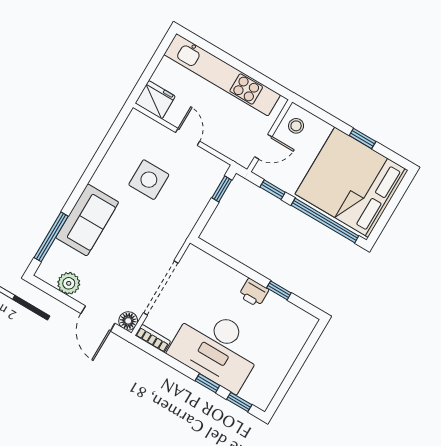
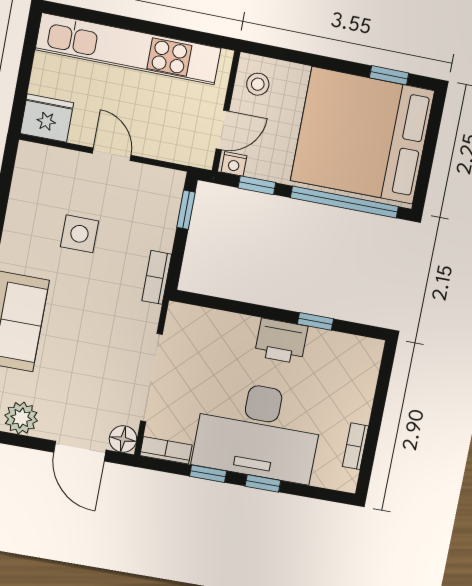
window: (363, 138) -> (389, 75), moved
nightstand: (263, 171) -> (234, 164), added
side table: (149, 180) -> (79, 234), width x0.73, depth x0.73
bookcase: (187, 225) -> (157, 277), added
printer: (254, 293) -> (281, 341), width x1.36, depth x1.24
bookcase: (276, 381) -> (355, 446), added
window: (239, 402) -> (208, 474), moved

